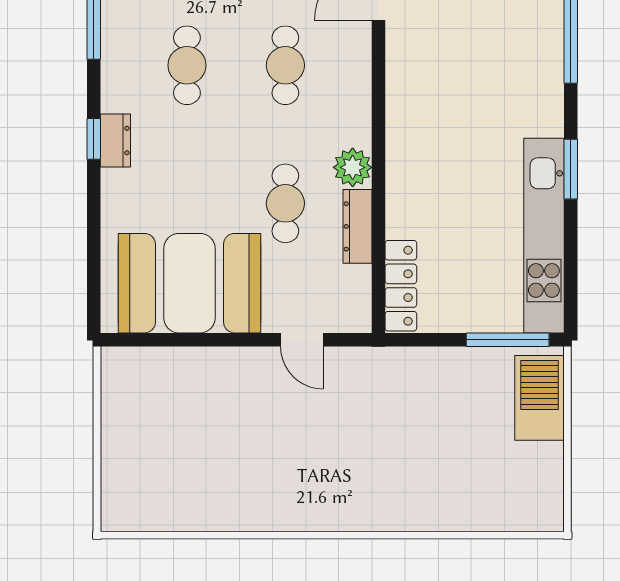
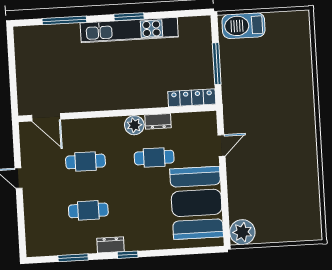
dresser: (115, 141) -> (111, 245), moved
dresser: (357, 226) -> (158, 121), width x0.70
kitchen unit: (544, 236) -> (129, 30), moved
window: (508, 340) -> (217, 64), moved
plant: (126, 372) -> (242, 232), added

